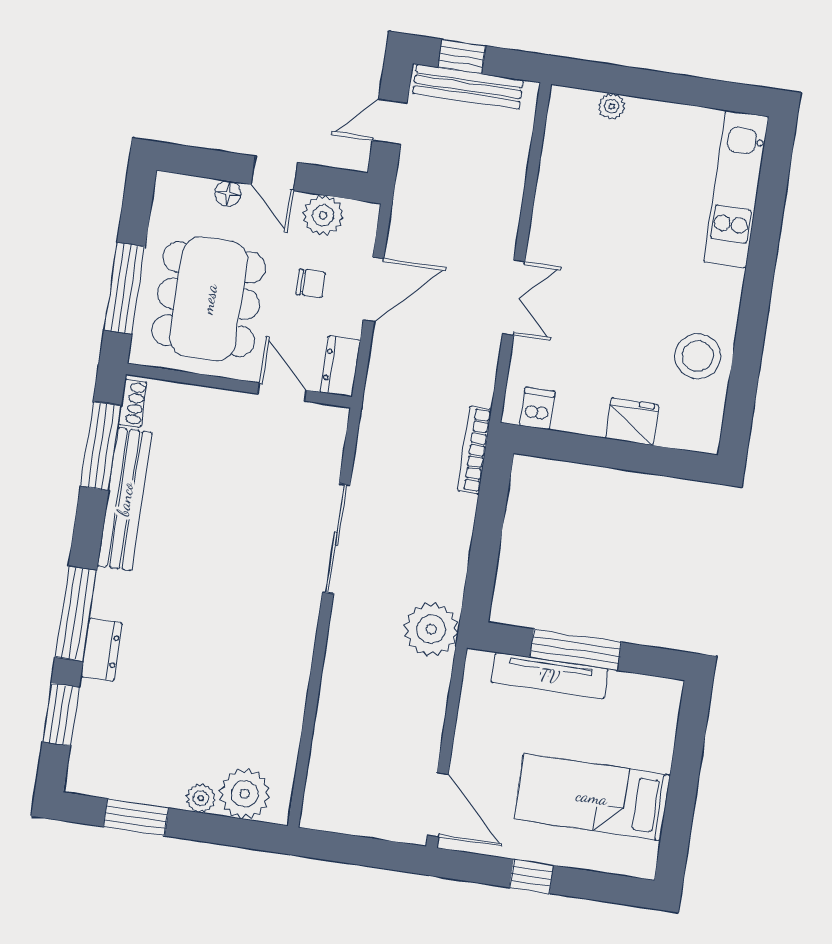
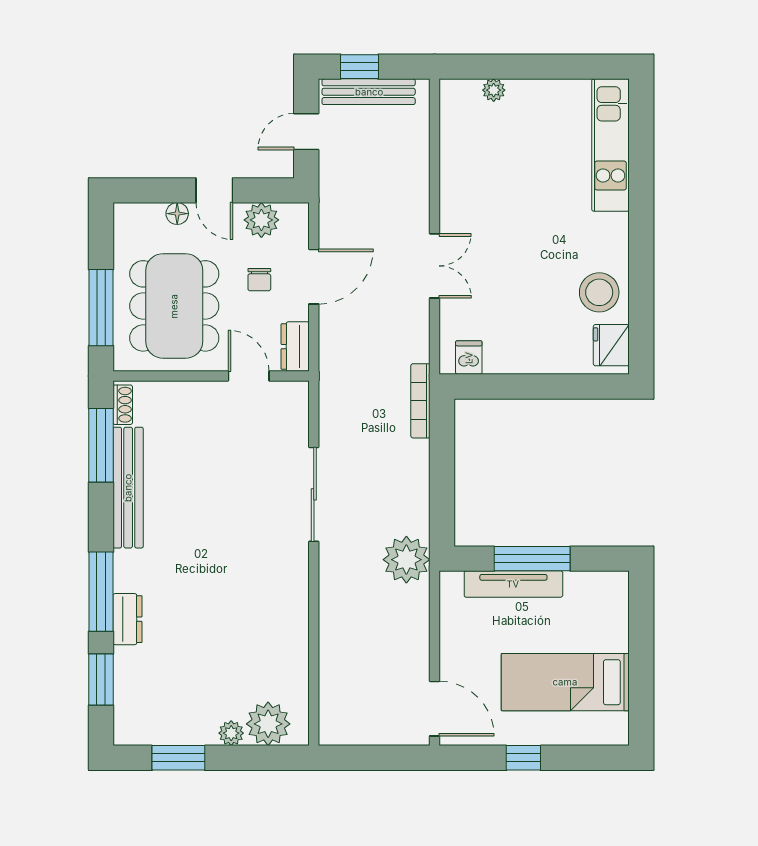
chair: (311, 283) -> (259, 280), turned 91
fridge: (632, 422) -> (611, 345), moved, turned -90

